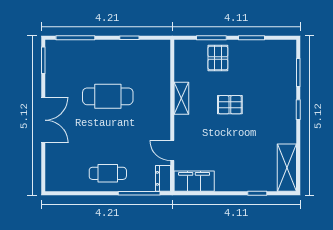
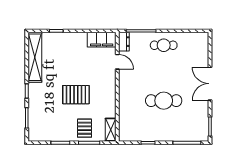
shelving: (181, 98) -> (111, 130), moved
pallet: (230, 105) -> (76, 95), width x1.50, depth x1.42
shelving: (287, 168) -> (35, 57), width x1.47

